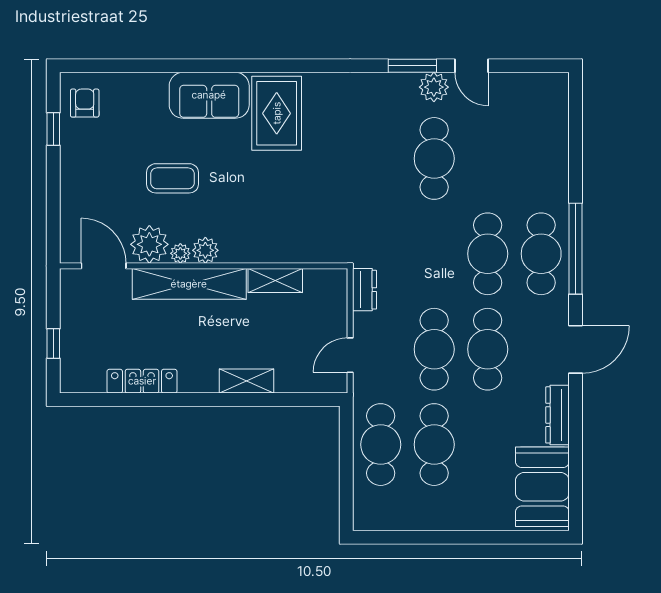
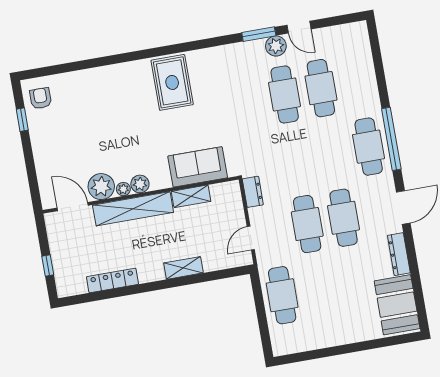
sofa: (209, 95) -> (198, 167), moved, turned 180
coffee table: (172, 178) -> (109, 139), removed
cafe table: (488, 254) -> (321, 88), moved
cafe table: (434, 445) -> (318, 289), removed

